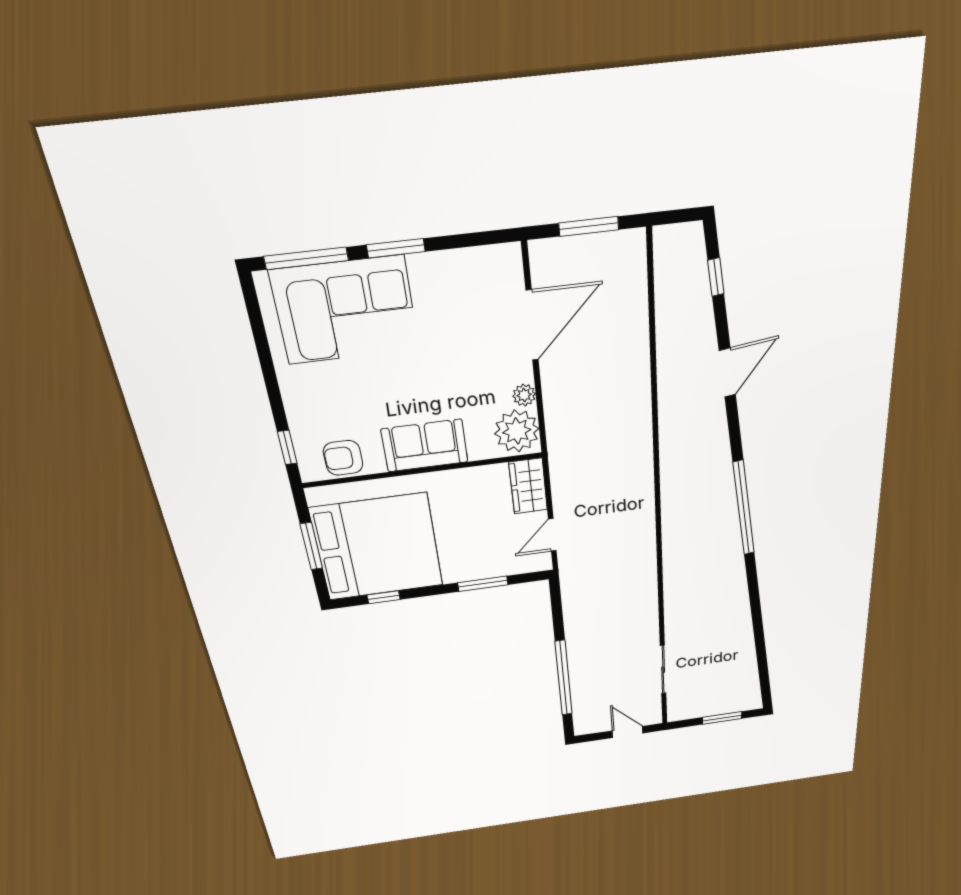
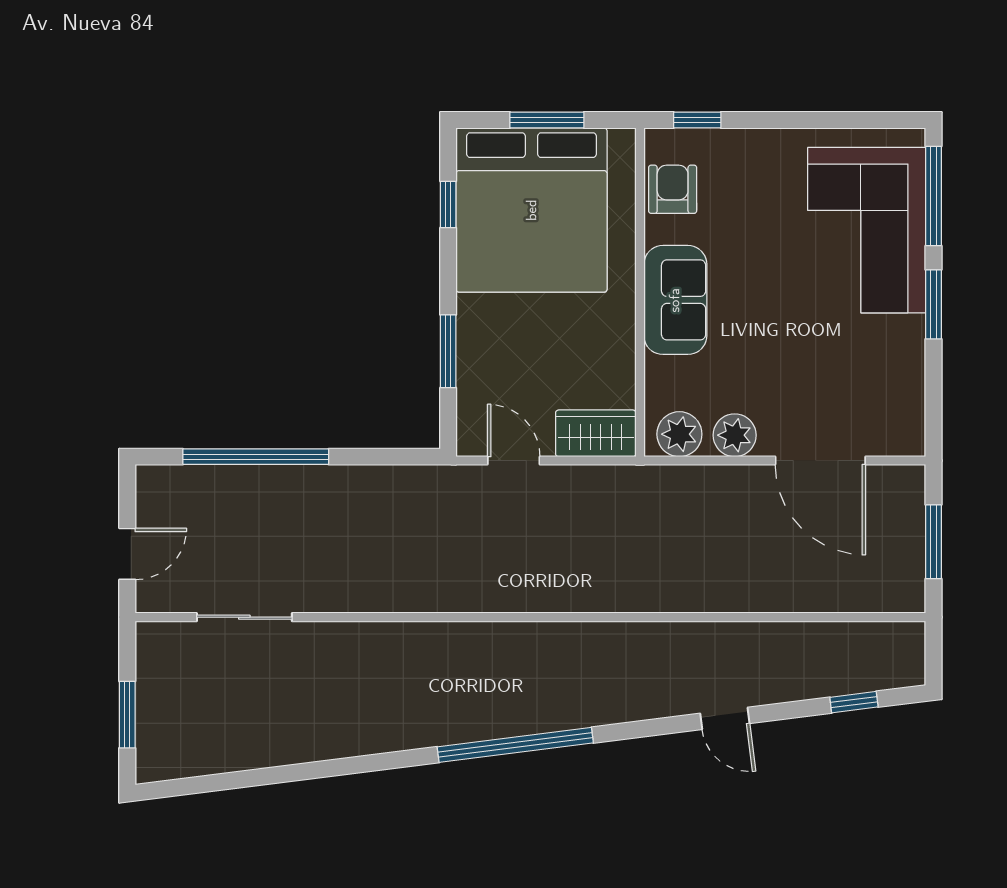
door: (727, 373) -> (725, 718), width x0.73
plant: (524, 395) -> (735, 435), width x1.38, depth x1.38
plant: (517, 431) -> (679, 434), width x0.73, depth x0.73

